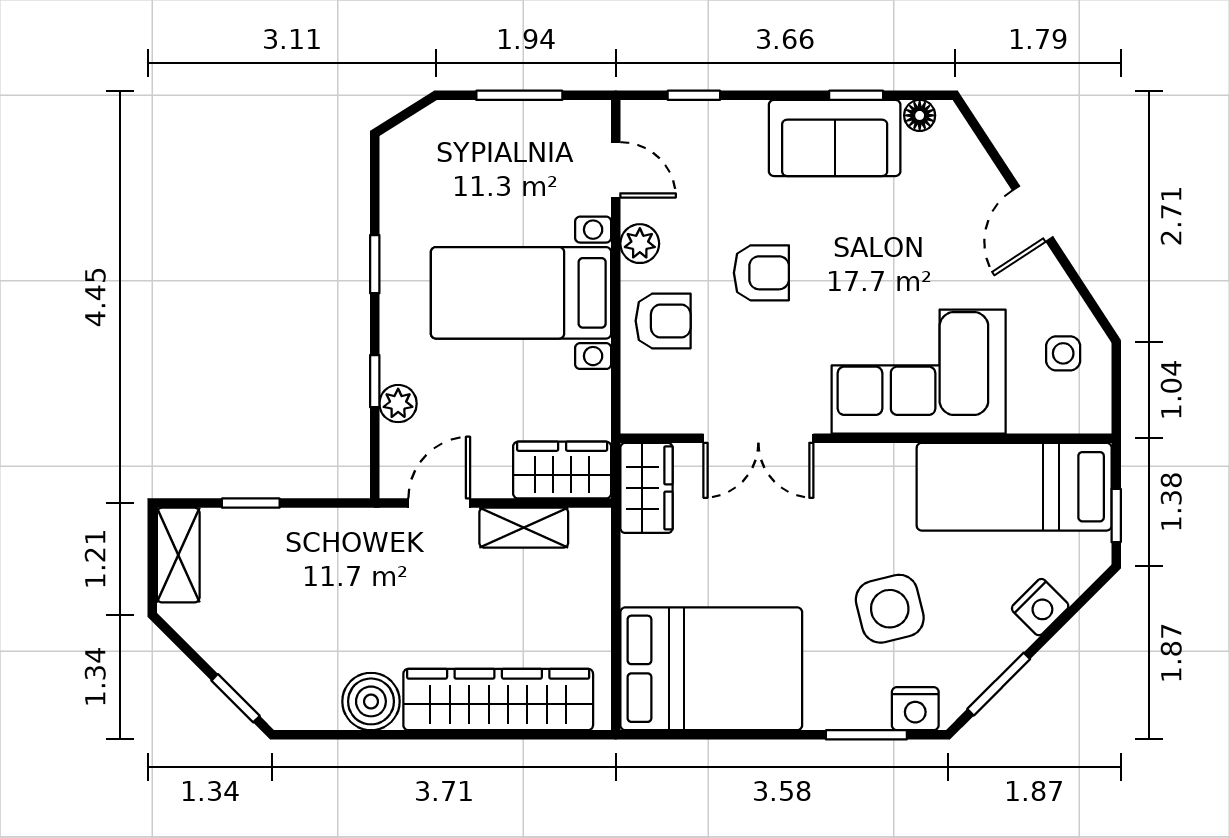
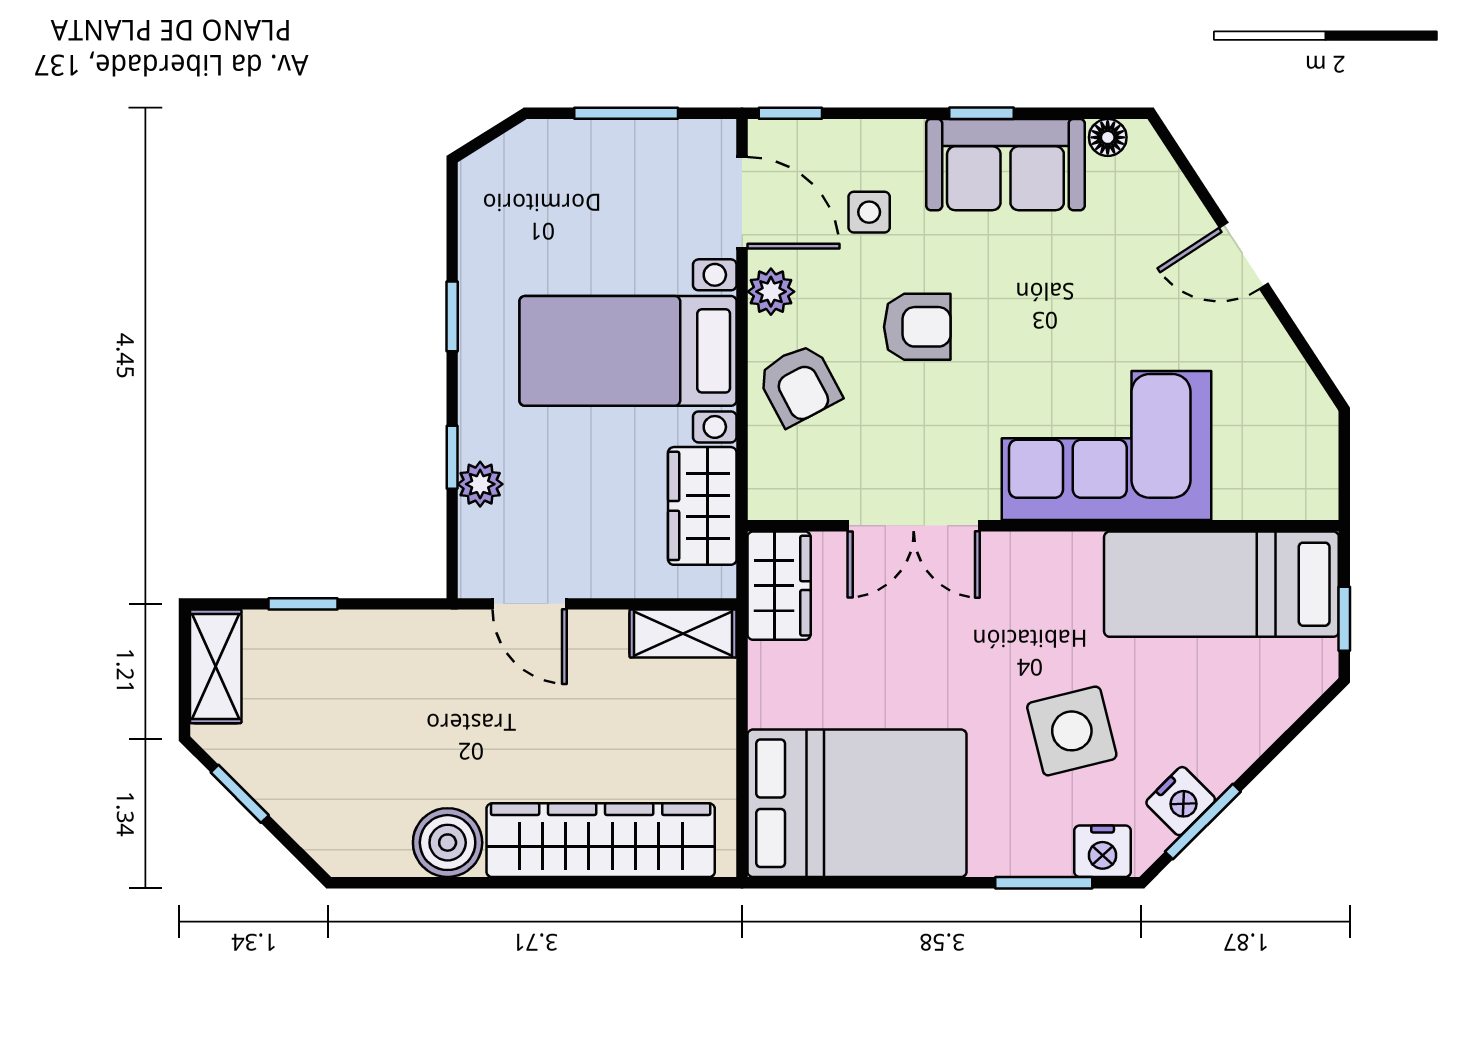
window: (694, 95) -> (790, 113), moved
window: (856, 95) -> (981, 113), moved
door: (616, 170) -> (742, 203), width x1.38
door: (1033, 214) -> (1244, 256), hinge flipped
armchair: (663, 321) -> (799, 385), turned 62
side table: (1063, 353) -> (869, 212), moved
wardrobe: (562, 470) -> (702, 506), moved, turned -90
door: (439, 503) -> (530, 604), swing flipped
shelving: (524, 528) -> (683, 634), moved
nightstand: (1040, 607) -> (1181, 801), moved
window: (236, 698) -> (240, 794), moved

